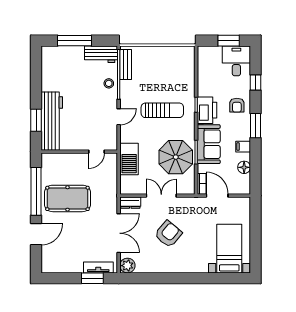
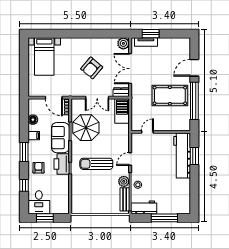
plant: (127, 88) -> (124, 181), added
barbecue: (129, 159) -> (122, 111), moved

